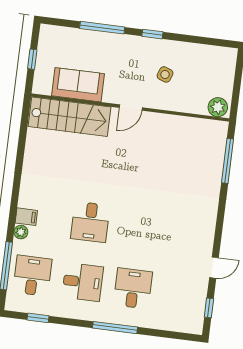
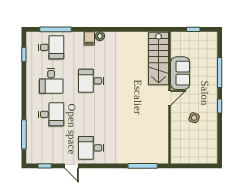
sofa: (78, 85) -> (180, 73), moved
plant: (218, 107) -> (177, 155), removed
door: (131, 108) -> (170, 98), swing flipped
plant: (21, 232) -> (100, 36), moved
desk: (191, 235) -> (91, 148), added
window: (115, 328) -> (24, 134), moved

